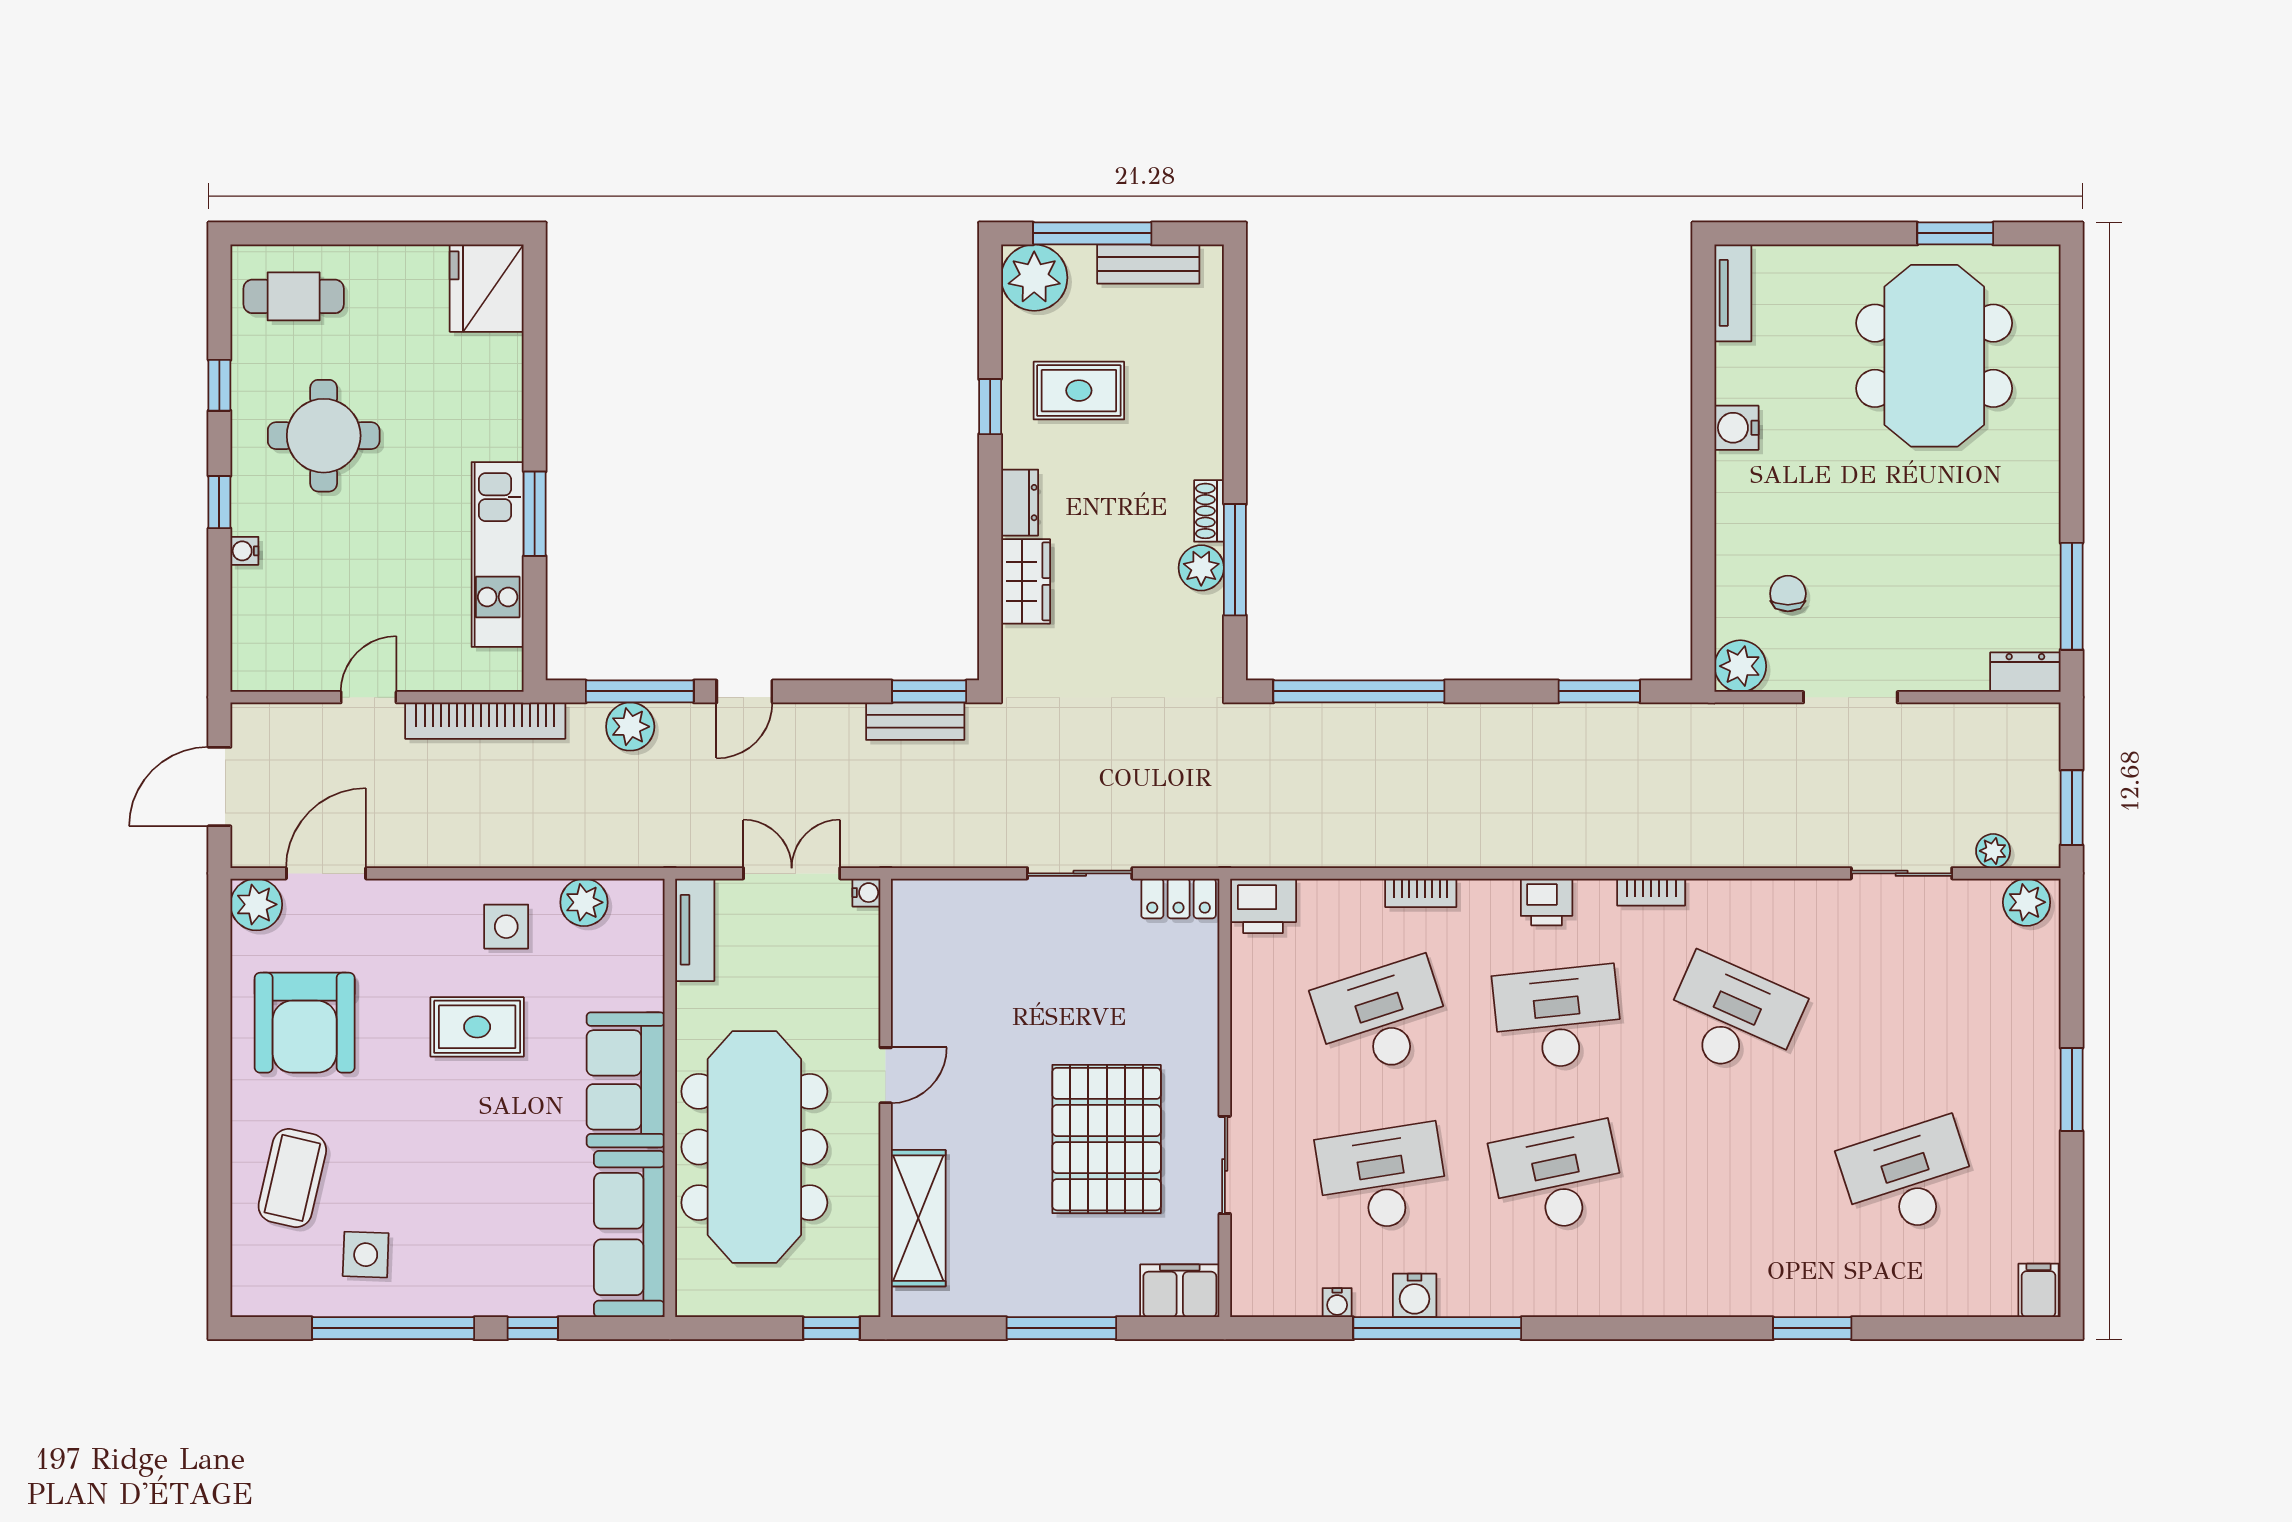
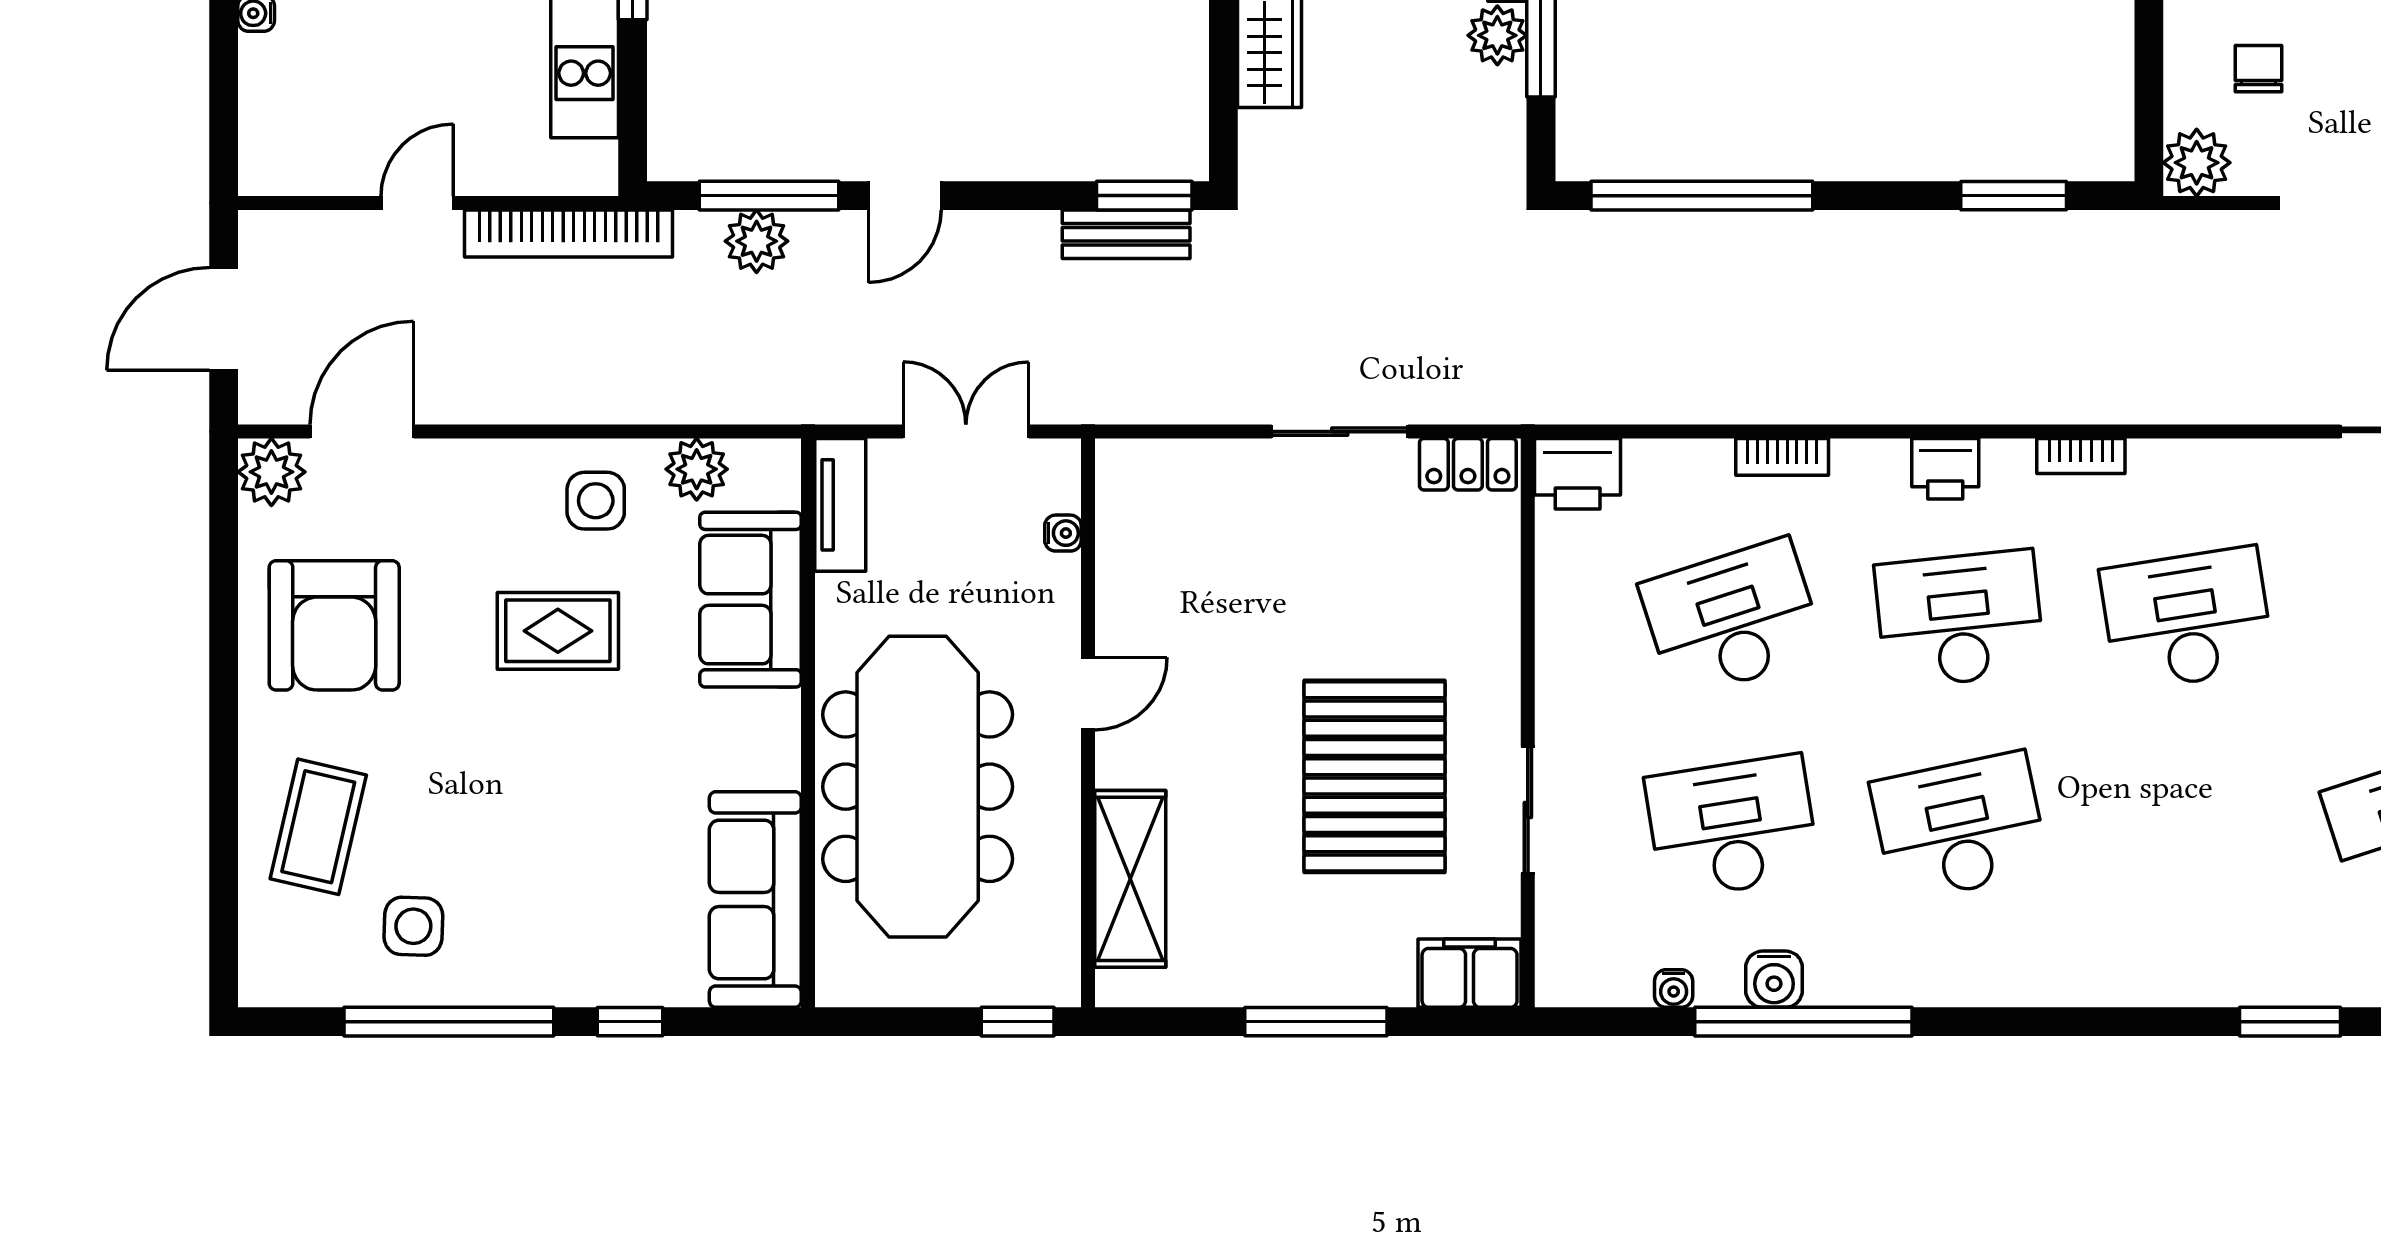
water cooler: (866, 893) -> (1063, 533), moved
desk: (1733, 1018) -> (2187, 619), turned -33
sofa: (626, 1080) -> (751, 600), moved

